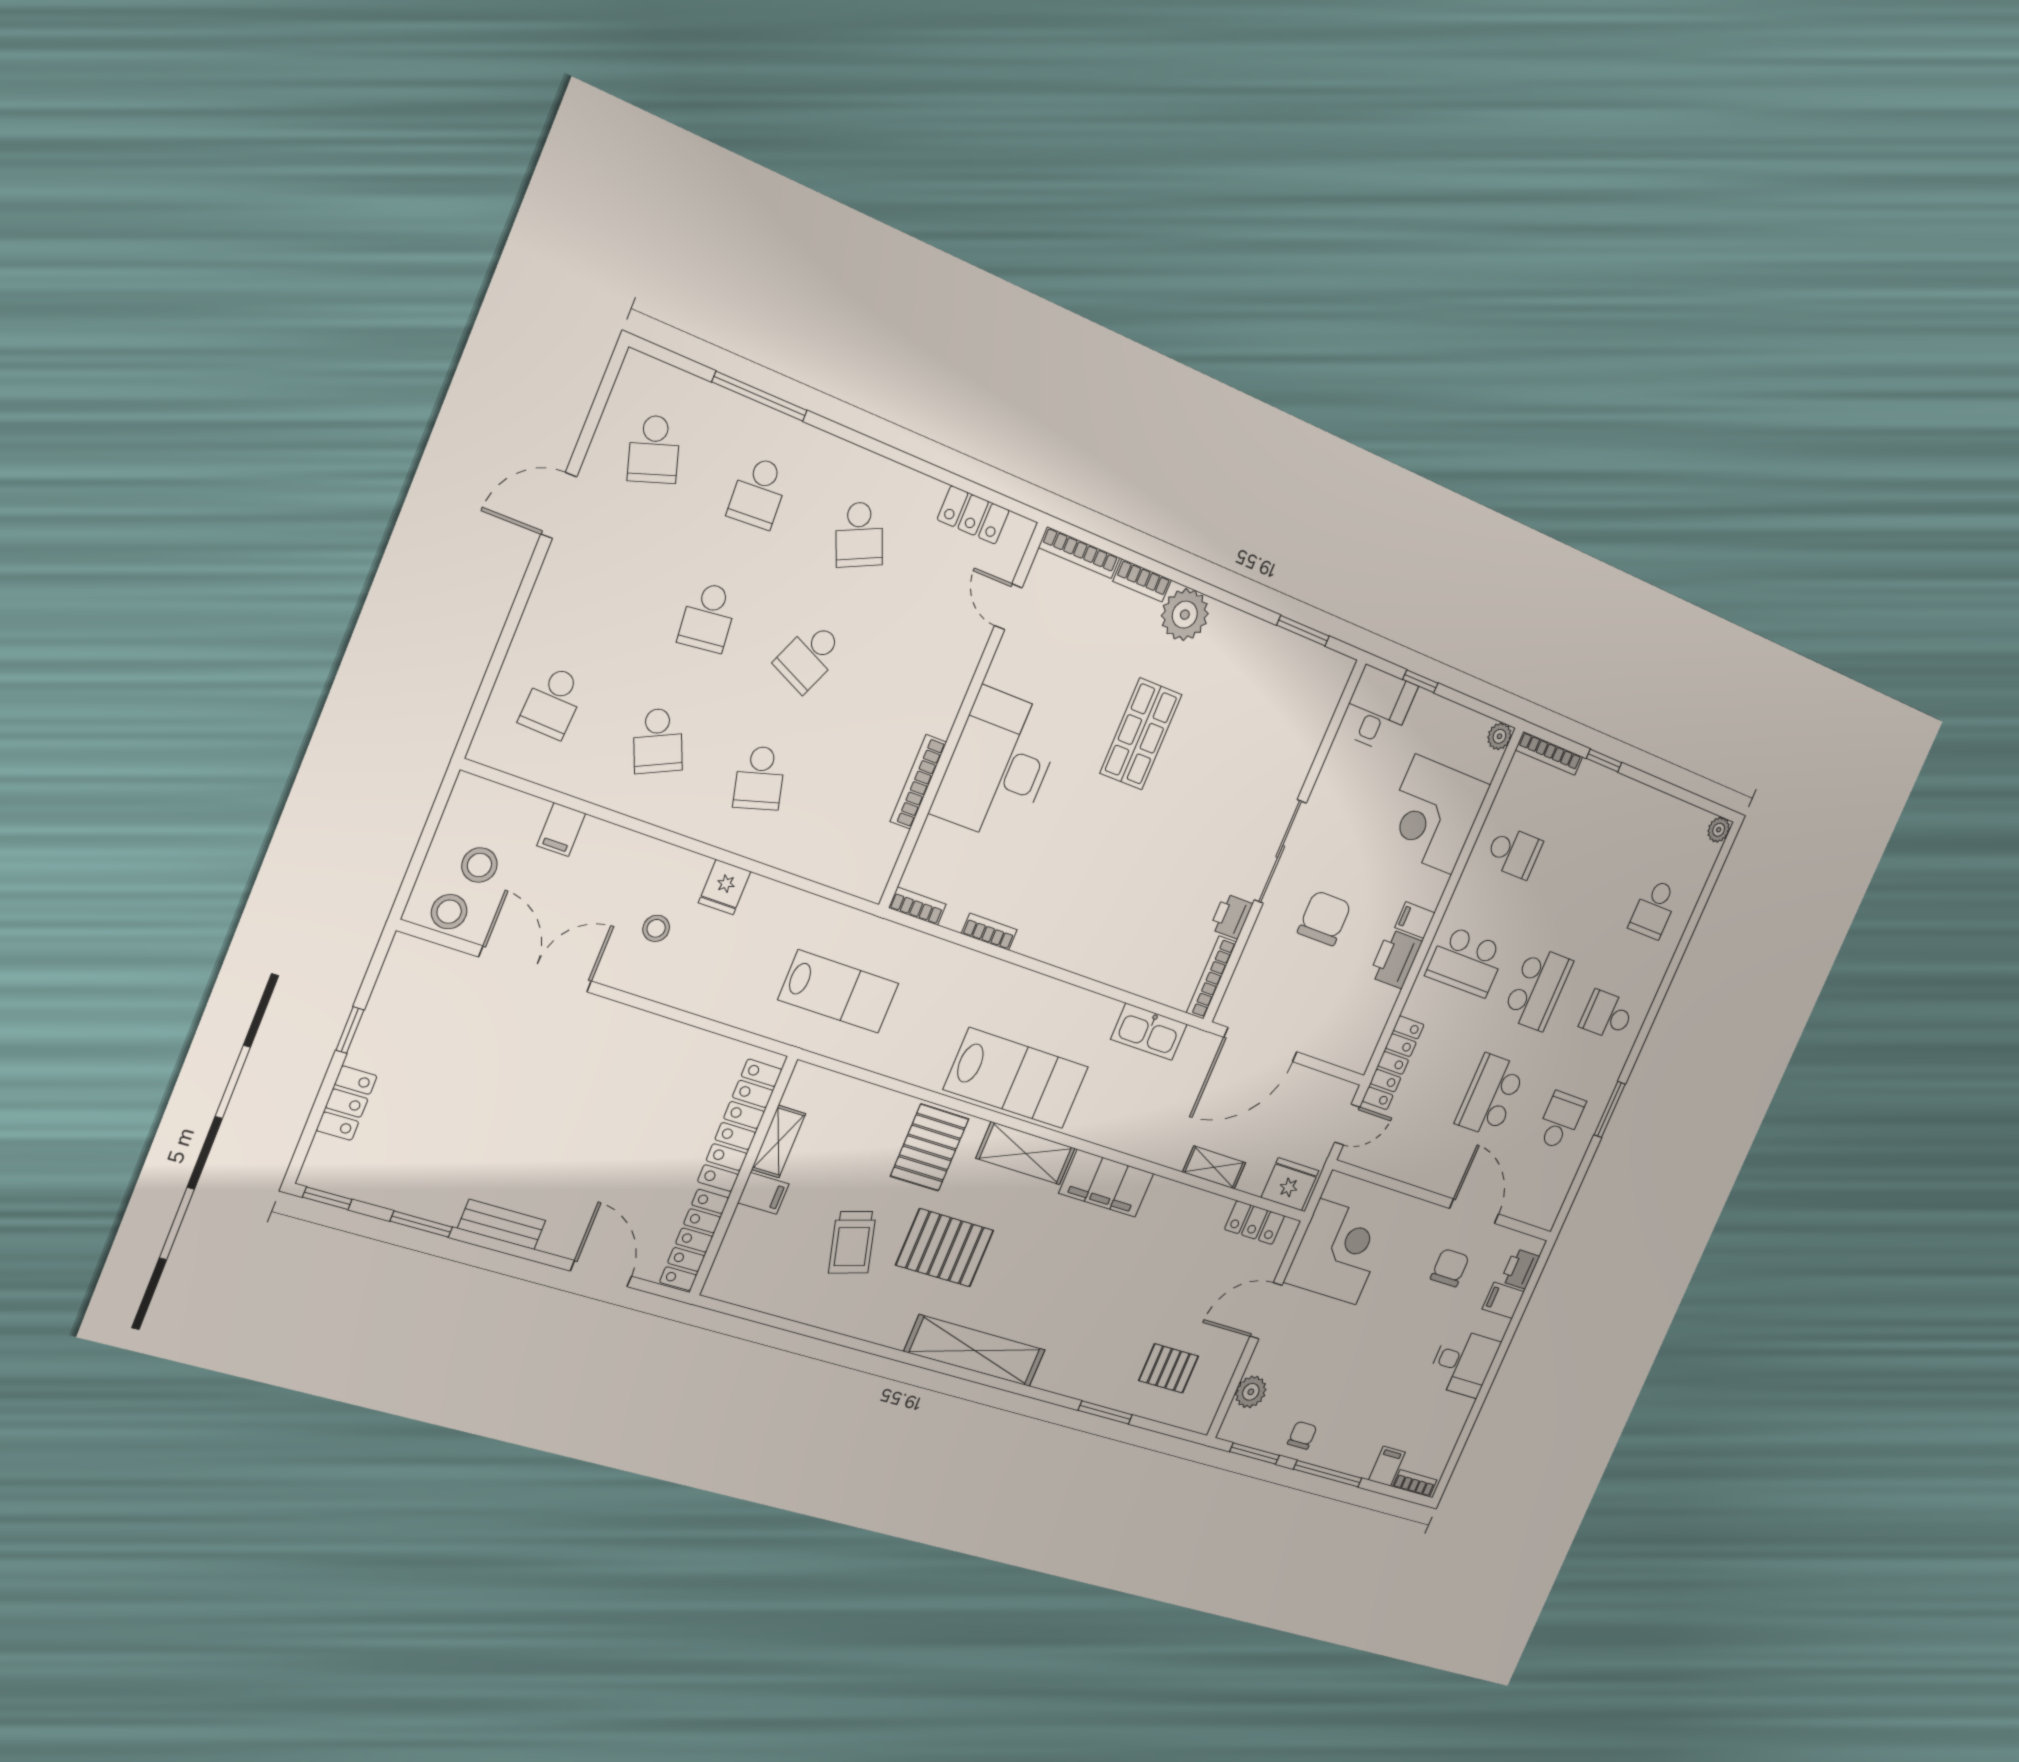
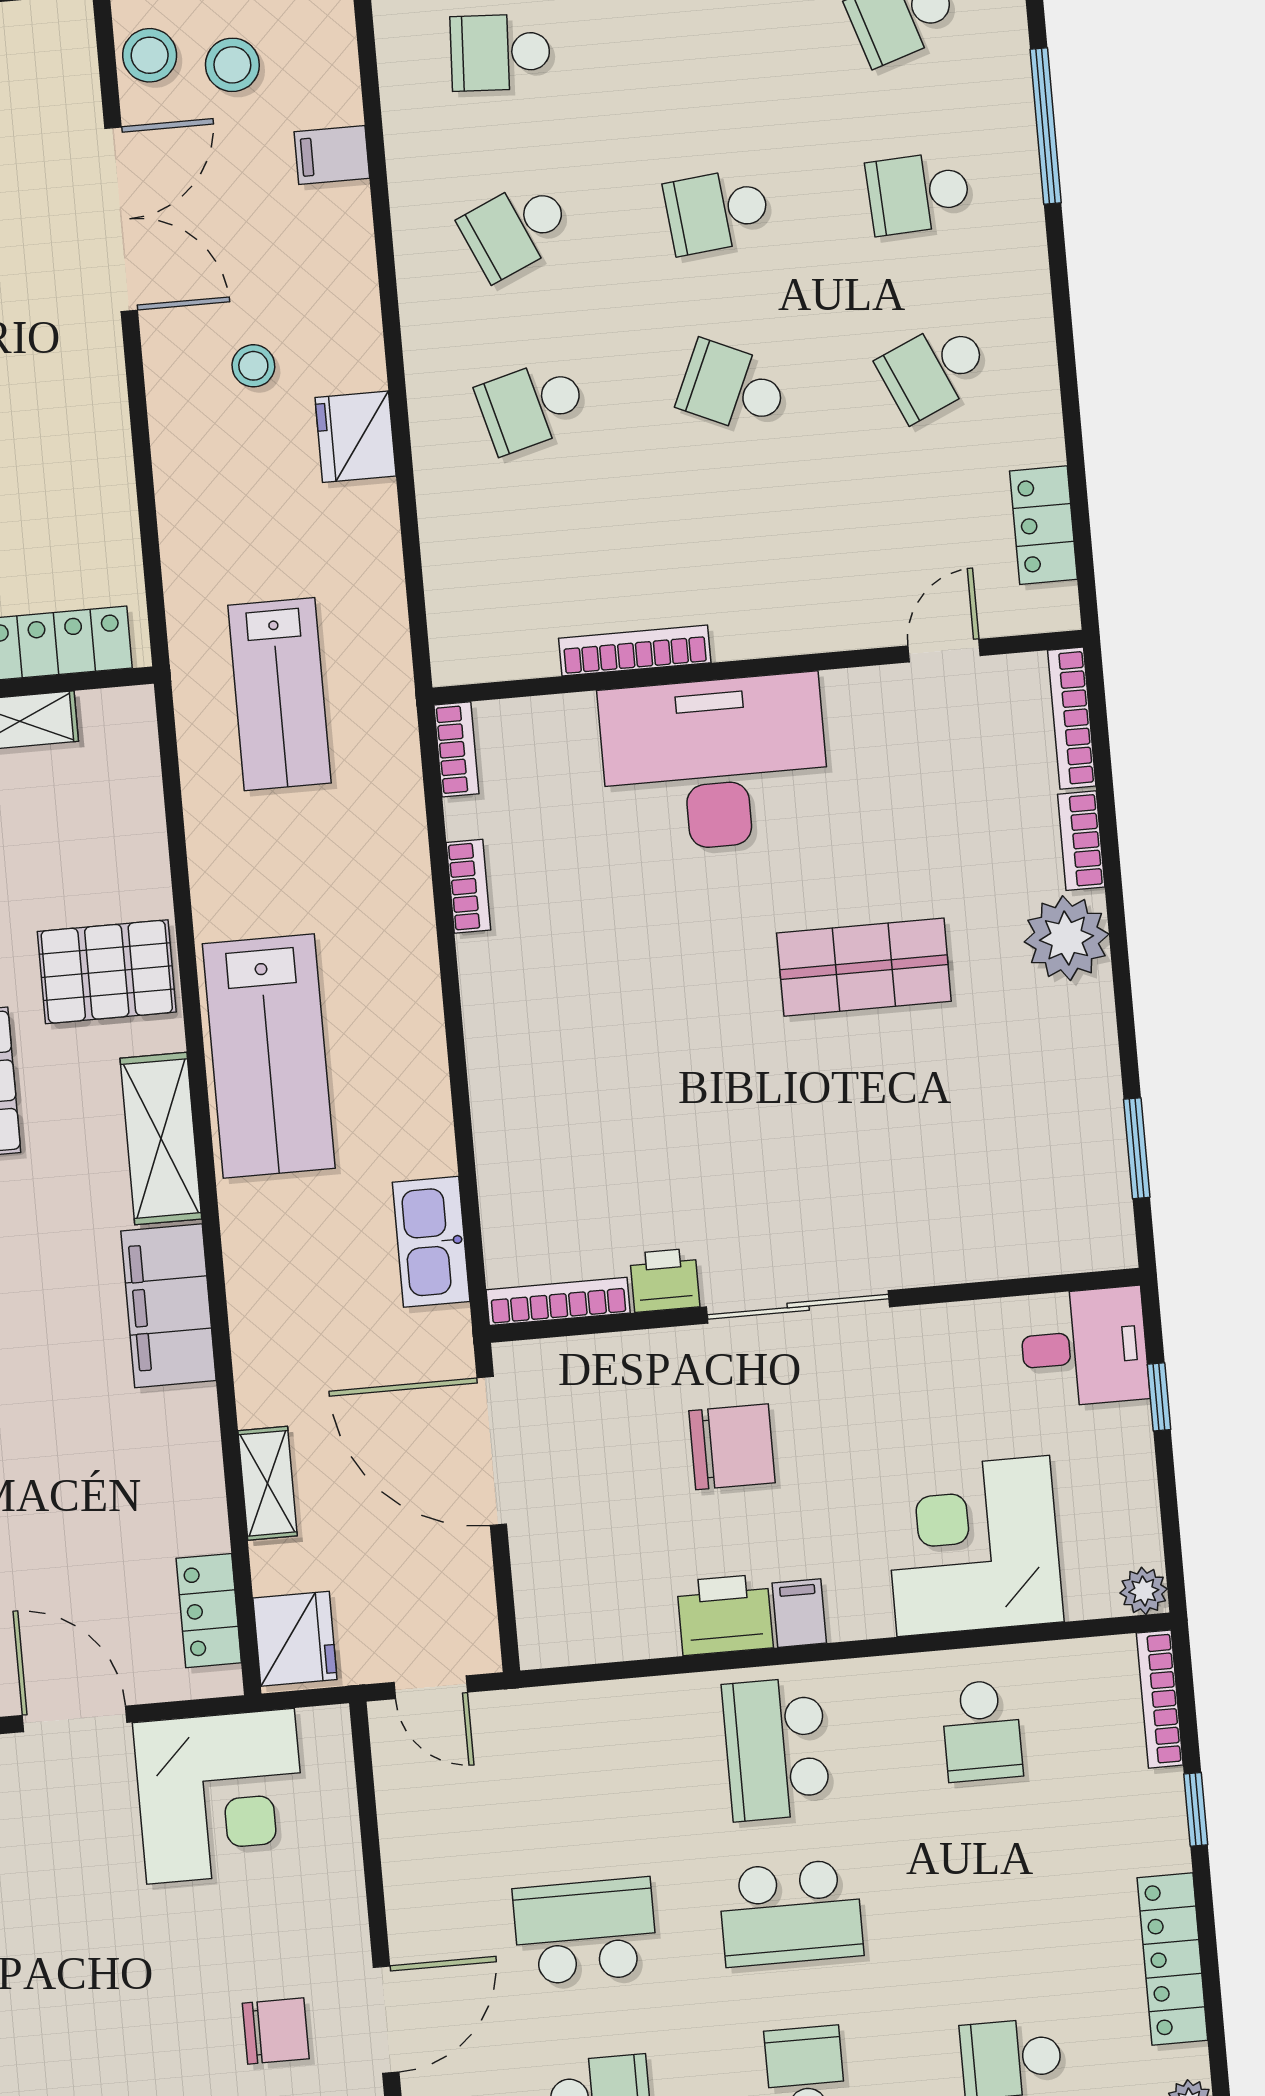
fridge: (725, 887) -> (356, 437), width x1.38
locker: (1393, 1063) -> (1172, 1959), moved, turned 90

